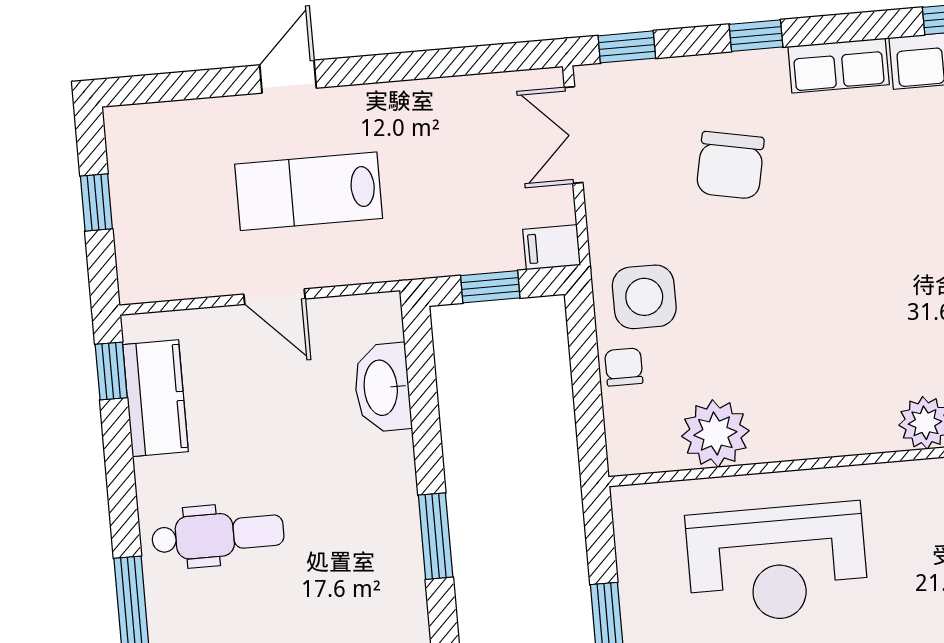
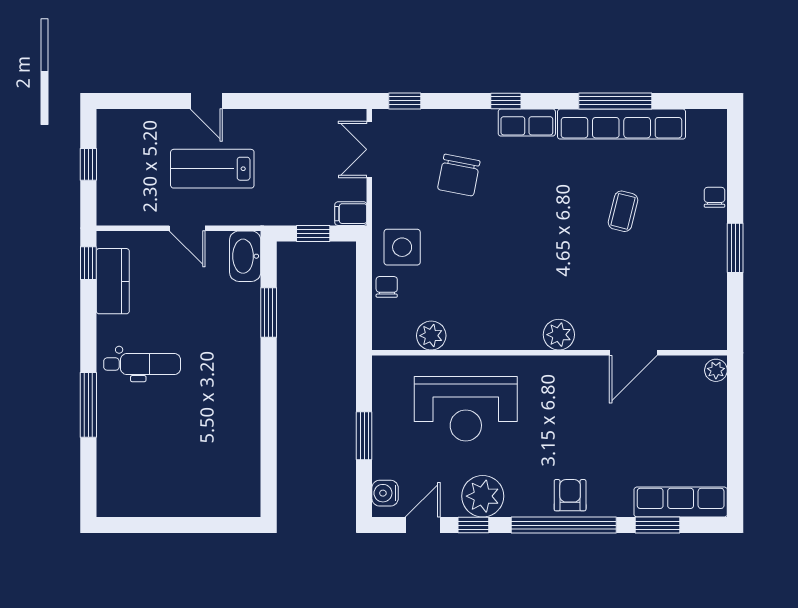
window: (756, 36) -> (506, 101), moved
door: (288, 77) -> (206, 101), swing flipped
washbasin: (382, 388) -> (245, 256), moved
plant: (715, 434) -> (431, 336), width x0.73, depth x0.73
window: (436, 536) -> (269, 312), moved

